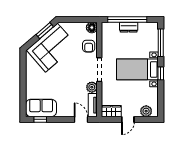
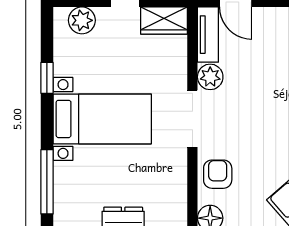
window: (161, 73) -> (47, 78), moved

